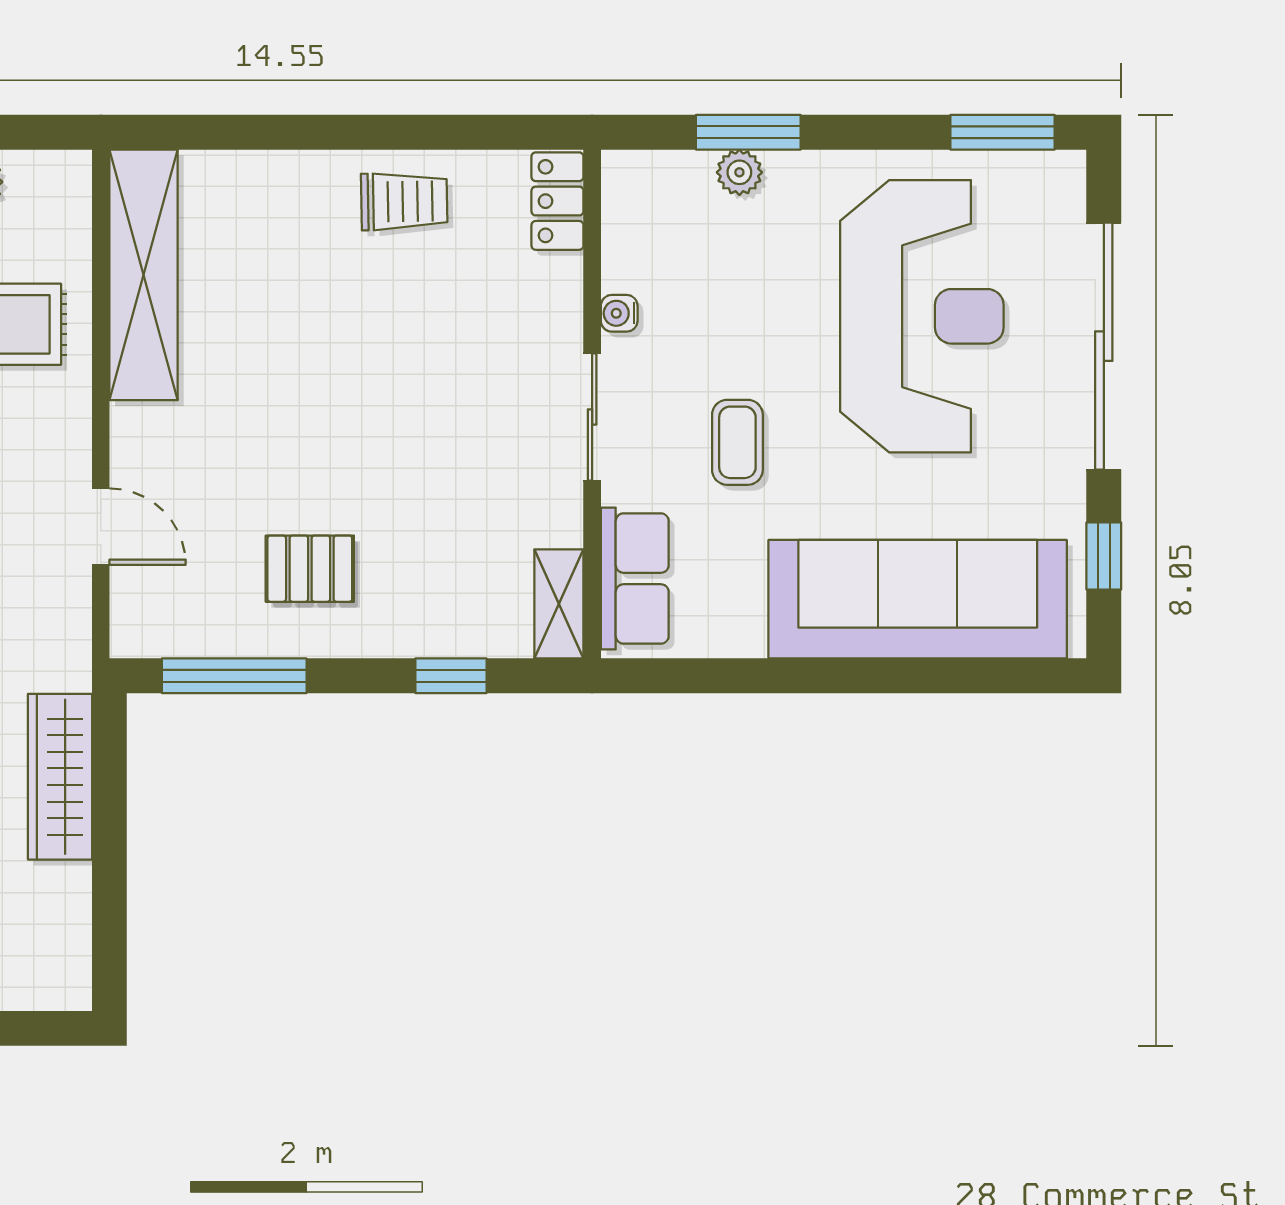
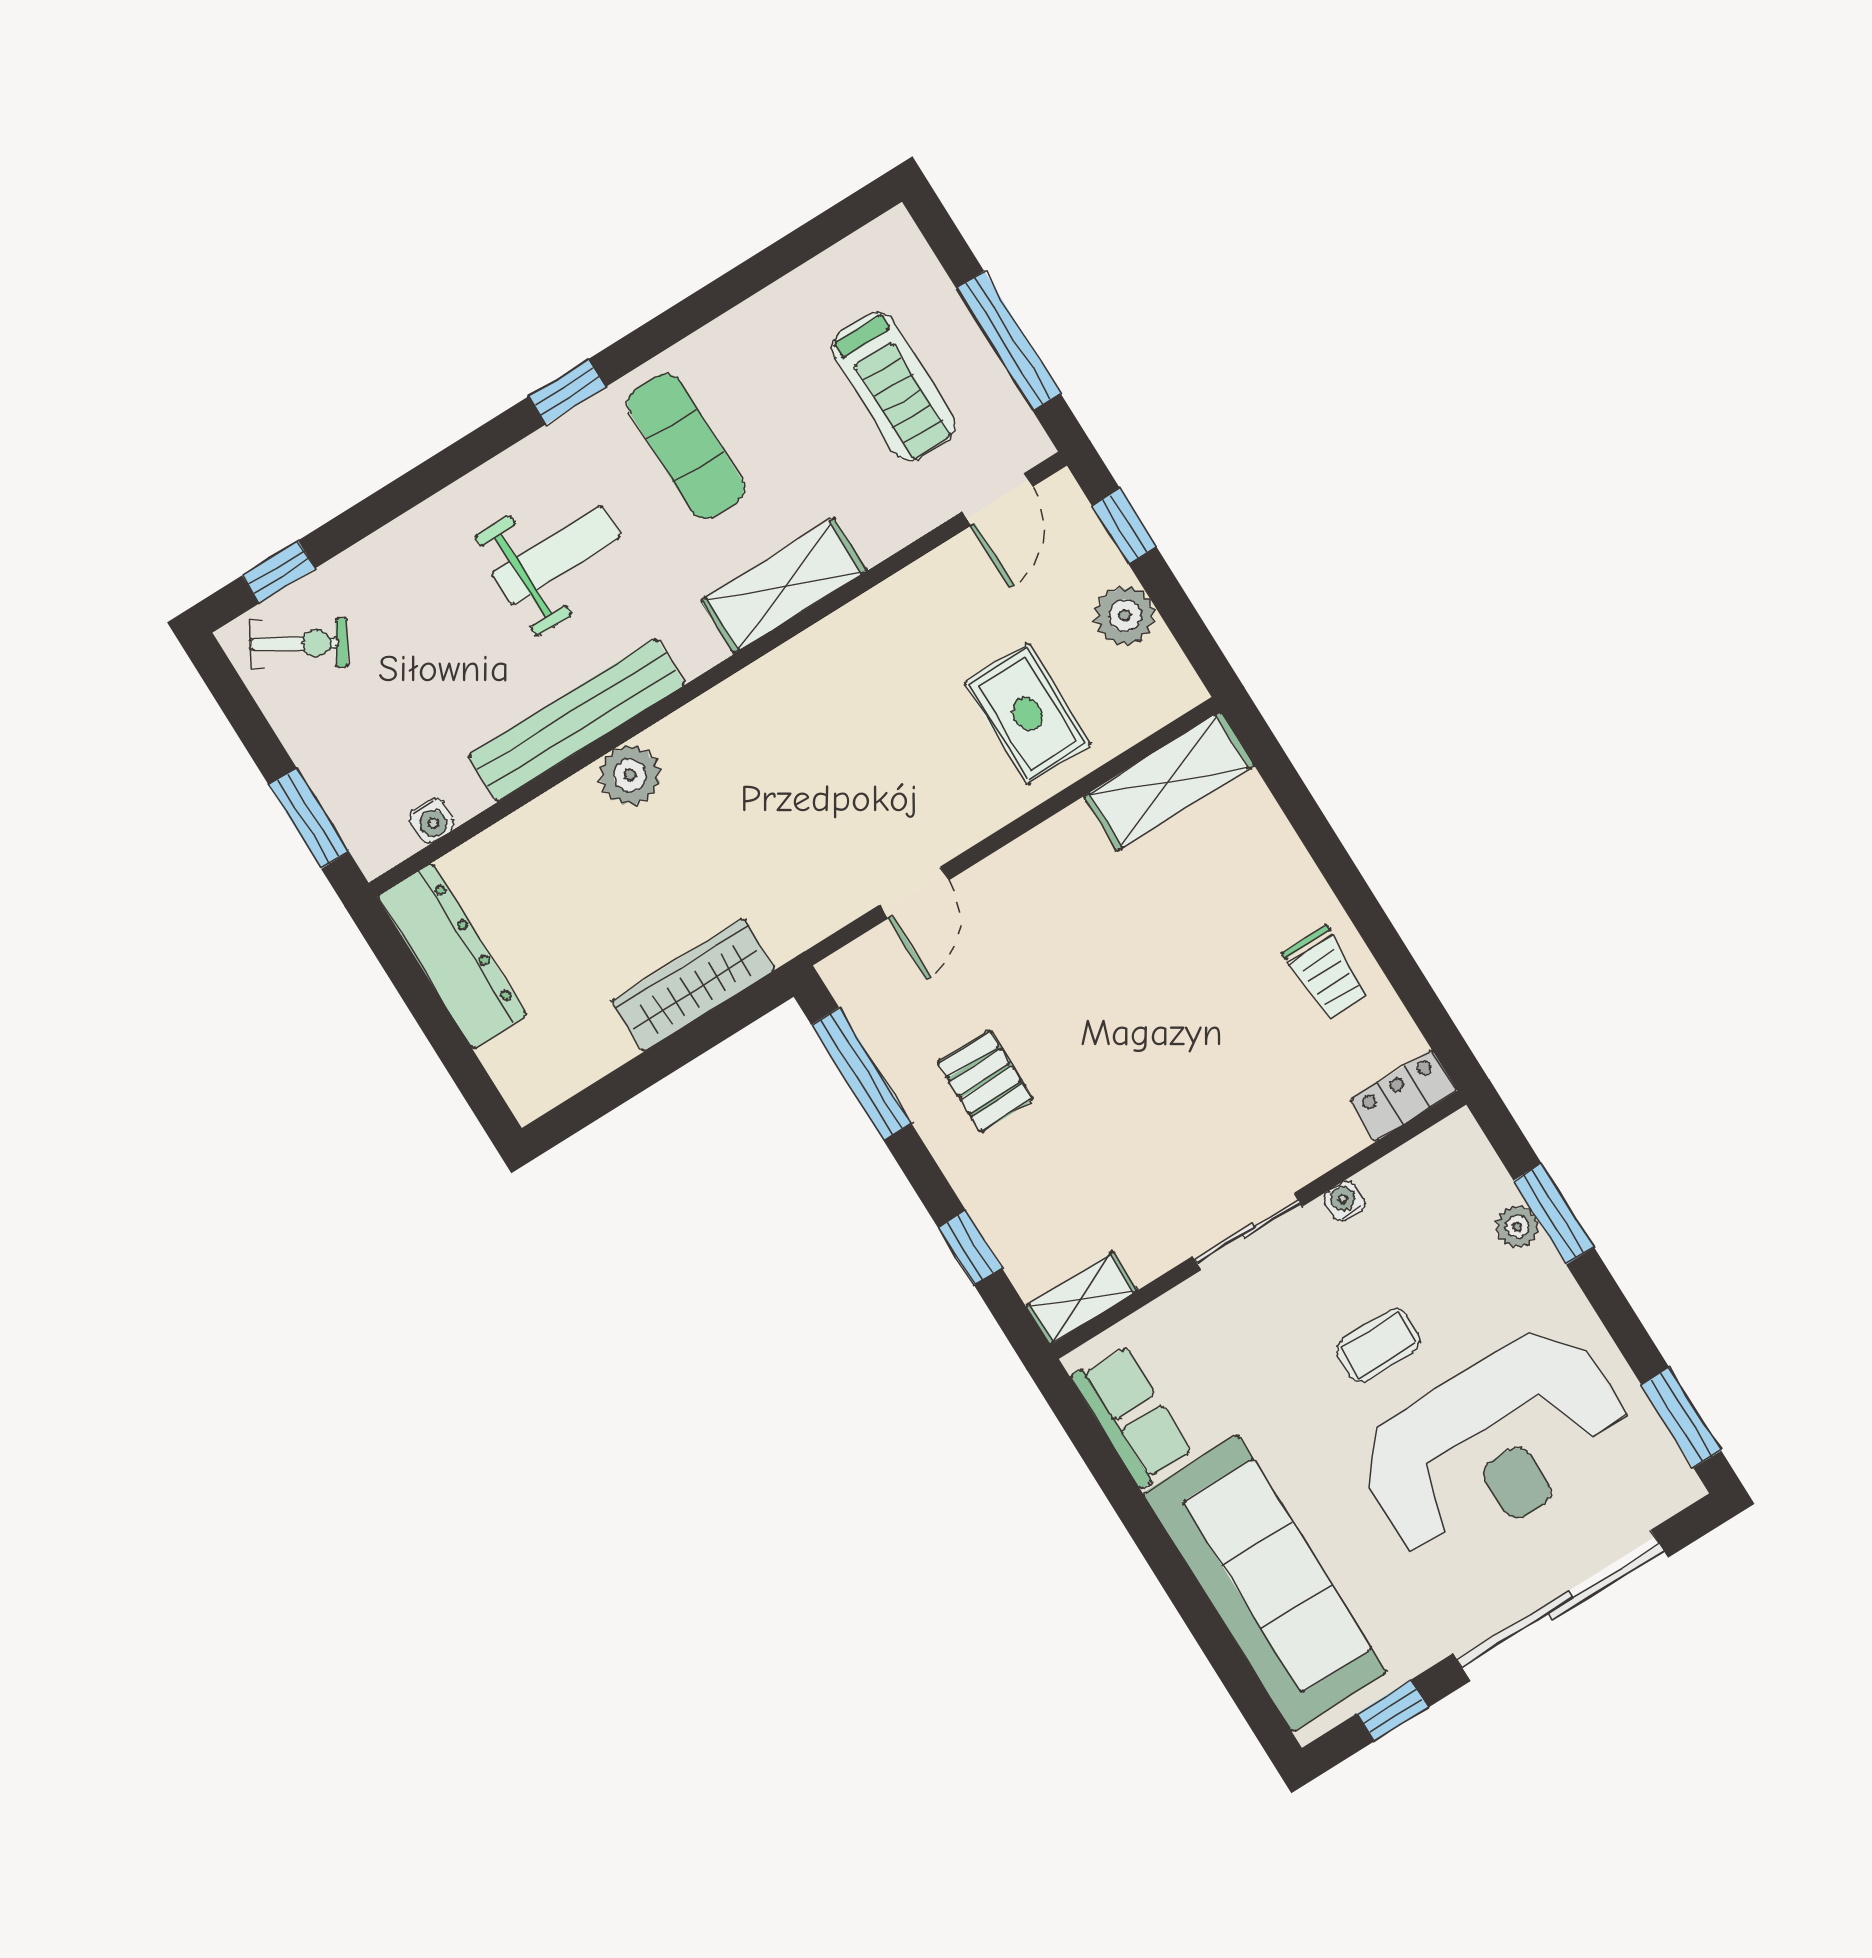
shelving: (144, 275) -> (1169, 781), width x0.68
coffee table: (737, 442) -> (1378, 1345), moved
row of seats: (635, 579) -> (1132, 1416), moved, turned -90

